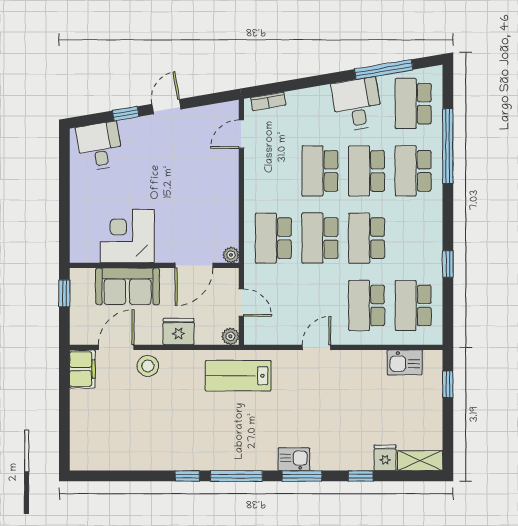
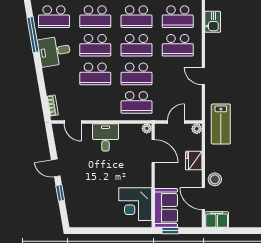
desk: (99, 146) -> (105, 137), moved, turned 100
corner desk: (127, 236) -> (135, 204), moved
school desk: (413, 238) -> (136, 17), added
sofa: (128, 286) -> (166, 208), moved

